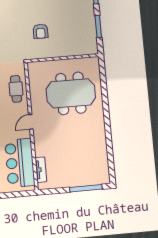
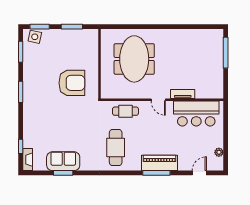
armchair: (40, 31) -> (72, 83), width x1.88, depth x1.88
tv unit: (41, 170) -> (183, 94), moved

